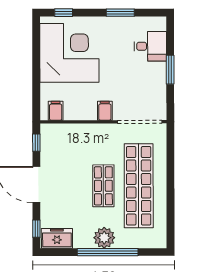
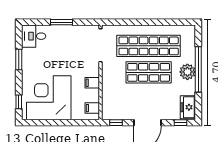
desk: (150, 46) -> (34, 36), moved, turned -90
filing cabinet: (105, 111) -> (92, 83), moved
shop shelf: (103, 186) -> (149, 72), width x1.43, depth x1.36

